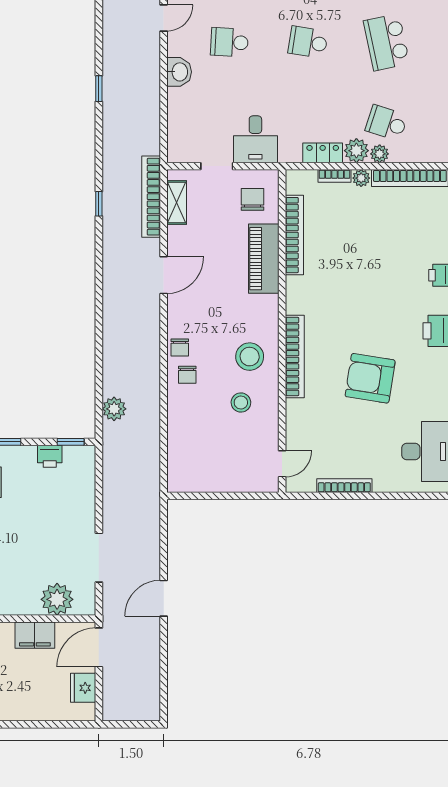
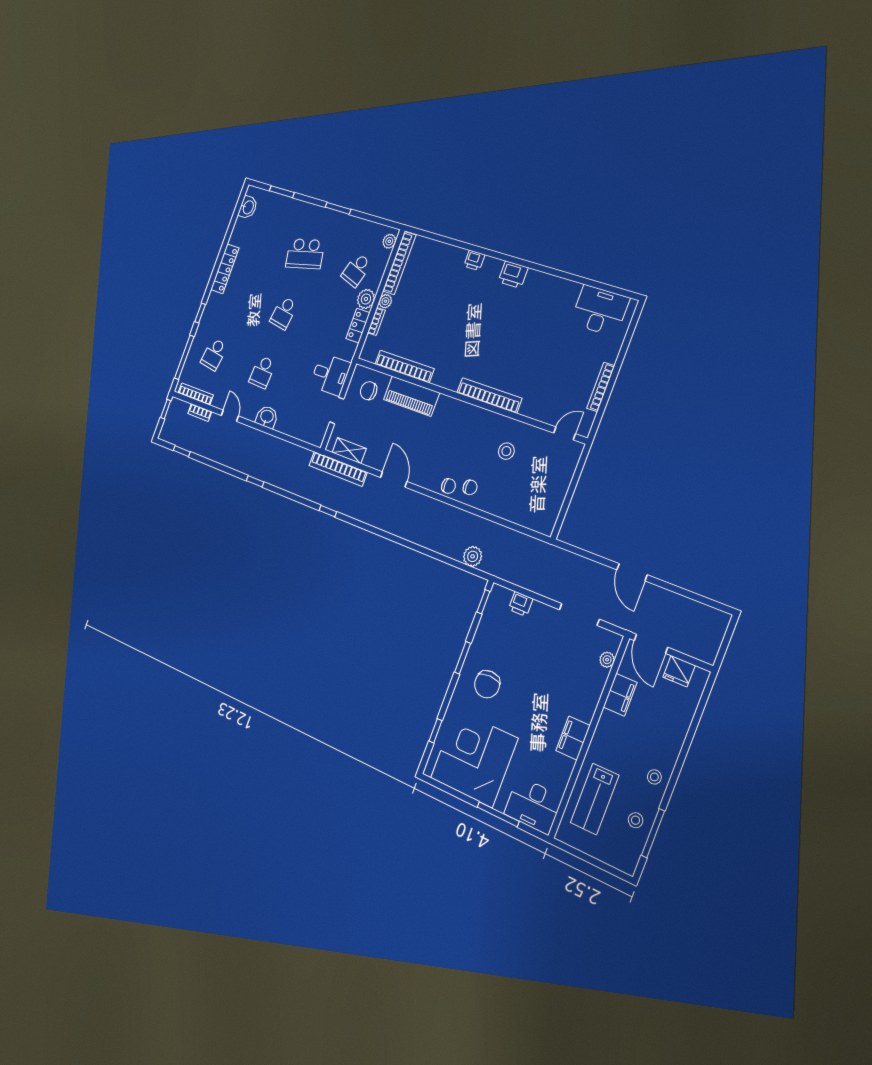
plant: (380, 154) -> (389, 241), moved
stool: (250, 357) -> (476, 432), removed
armchair: (370, 378) -> (528, 339), removed
printer: (50, 456) -> (521, 604), moved, turned 90
door: (282, 464) -> (565, 433), hinge flipped
plant: (57, 599) -> (607, 660), width x0.53, depth x0.53

